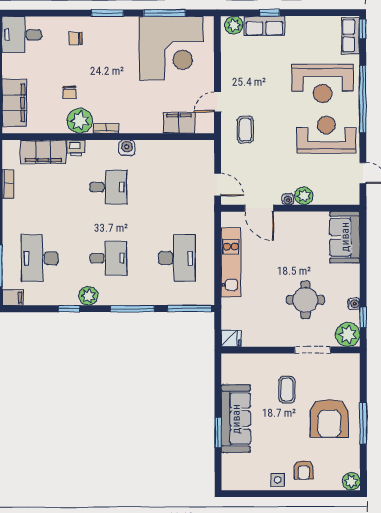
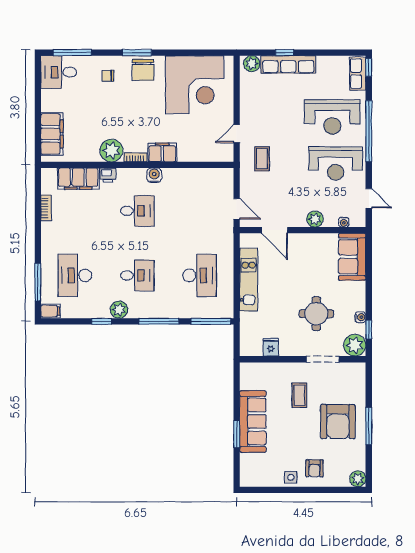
window: (164, 13) -> (72, 53), moved
row of seats: (264, 26) -> (288, 64), width x1.48
chair: (69, 92) -> (143, 70), moved, width x1.87, depth x1.87
filing cabinet: (179, 123) -> (162, 152), moved
reception desk: (326, 135) -> (336, 164), turned 180
water cooler: (288, 199) -> (344, 222), moved
fridge: (231, 338) -> (271, 347), moved, turned -90

